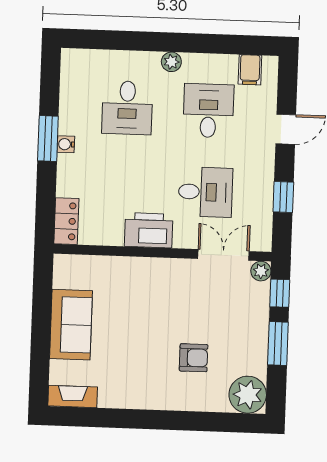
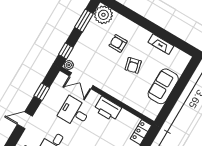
armchair: (145, 333) -> (133, 65), added
window: (278, 343) -> (84, 21), moved
fireplace: (73, 396) -> (161, 44), moved

